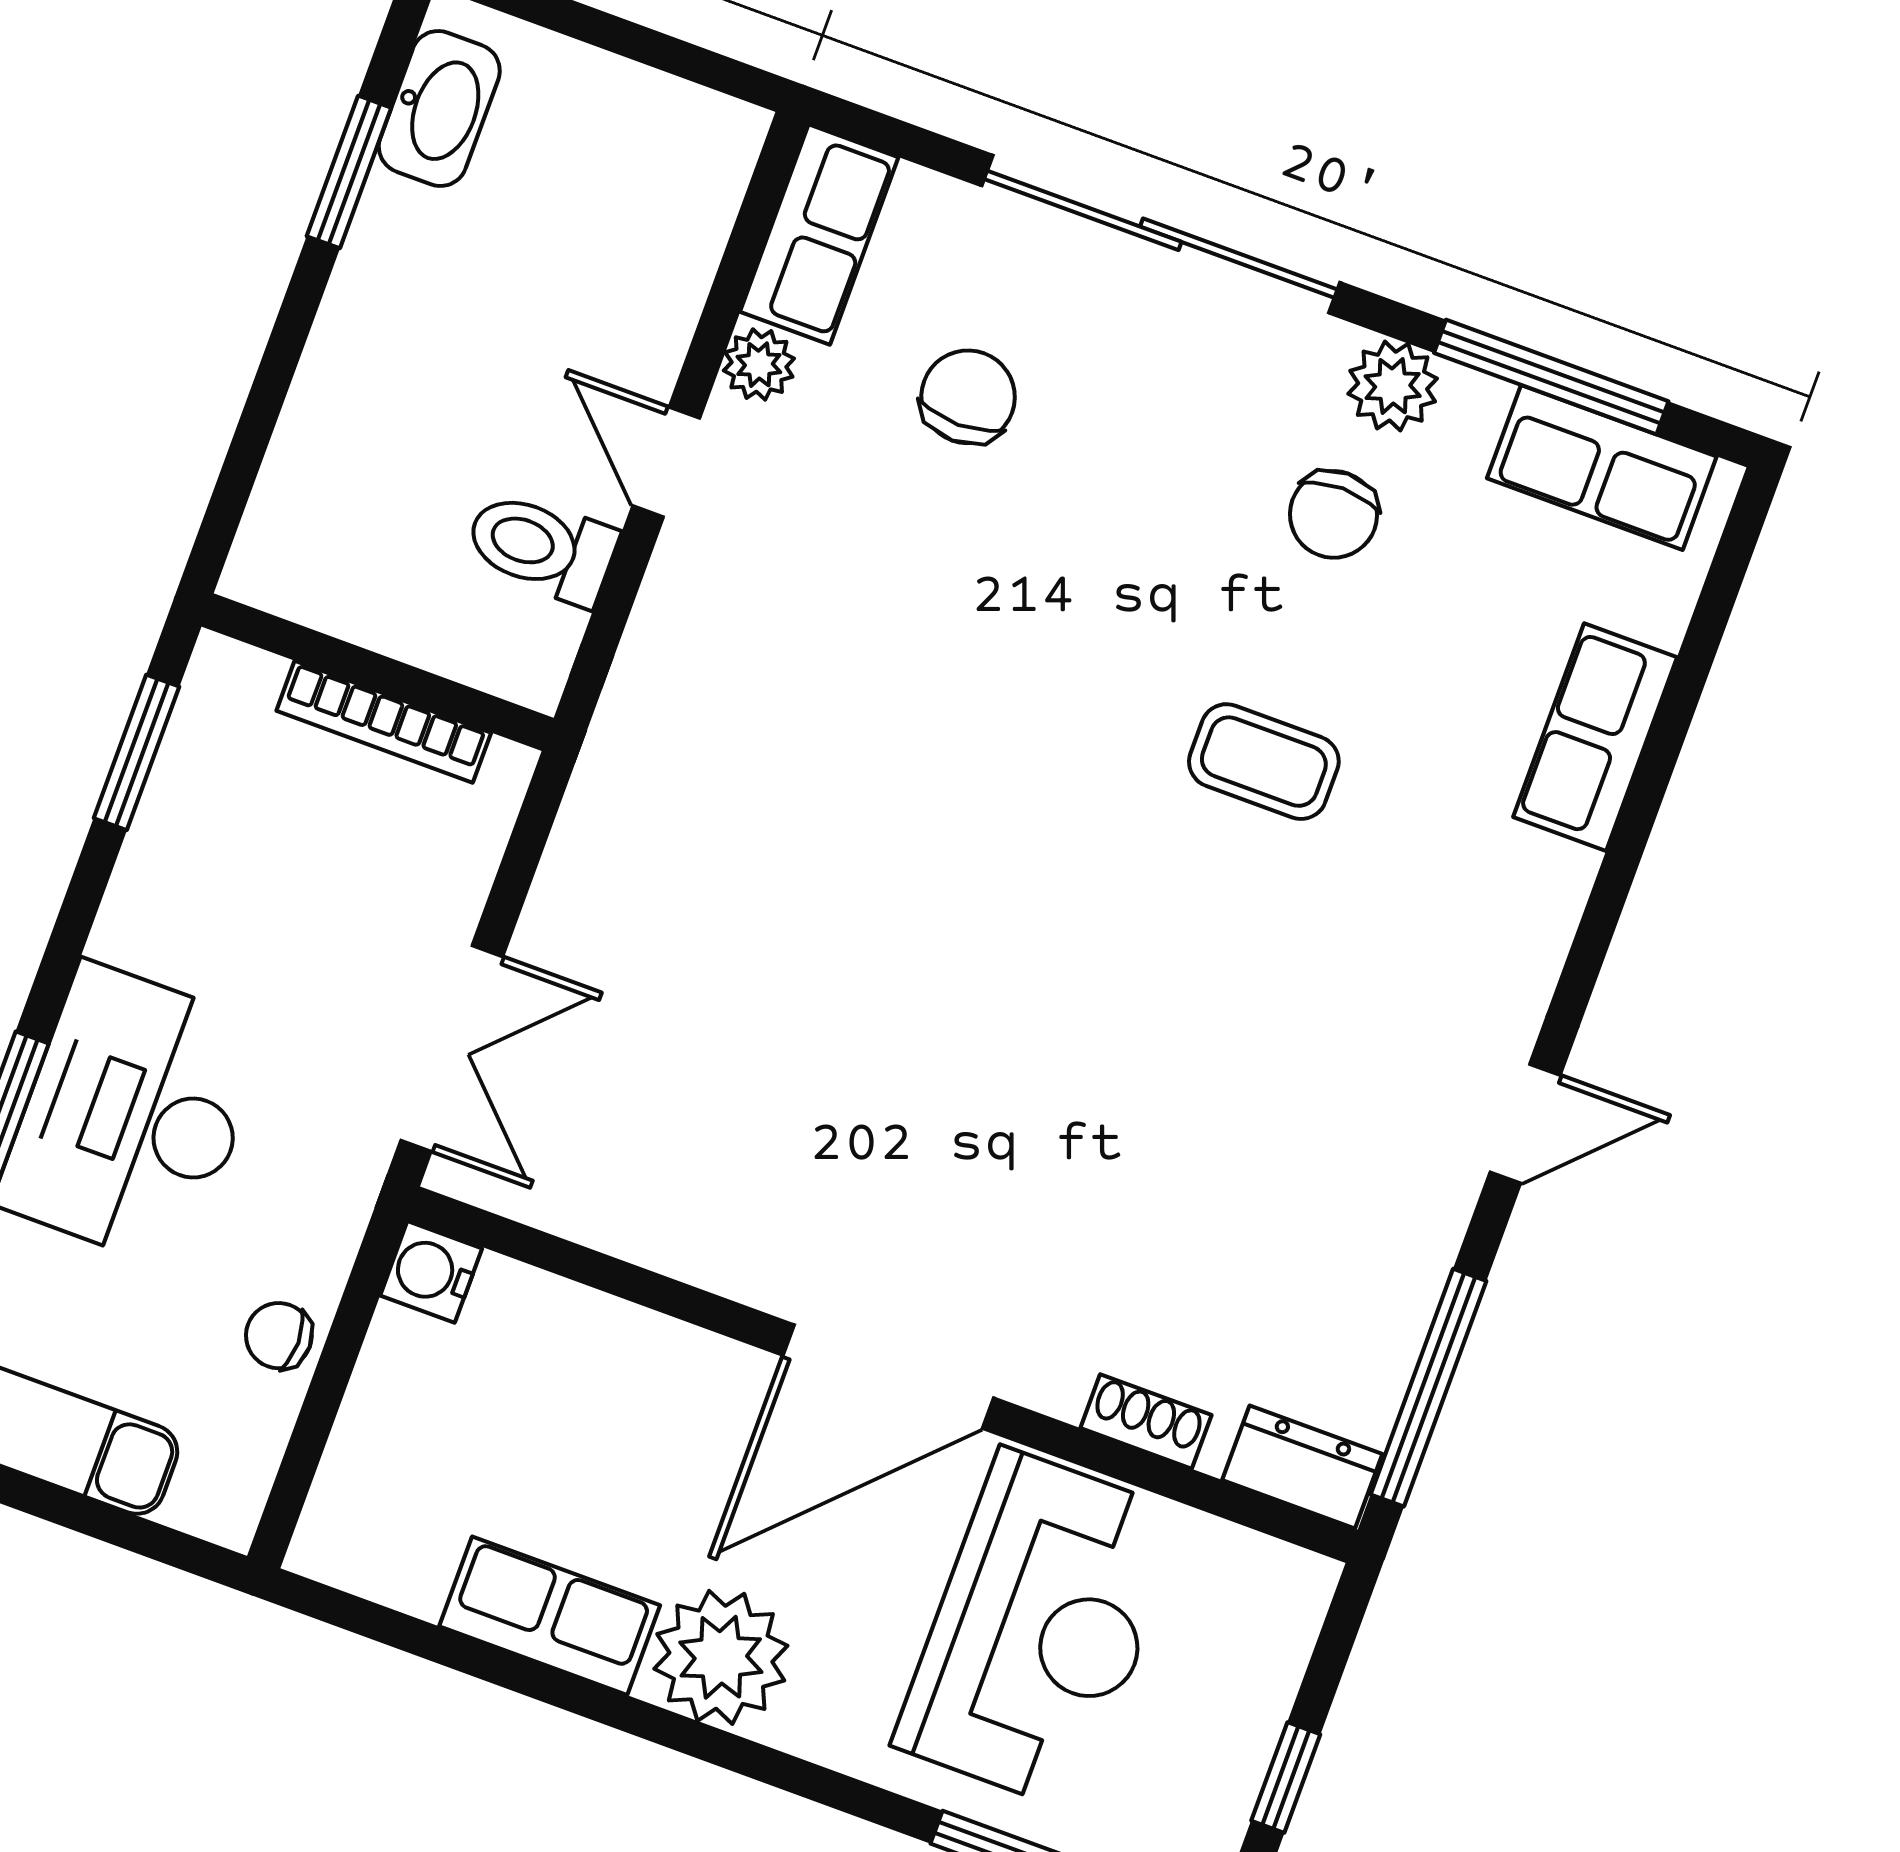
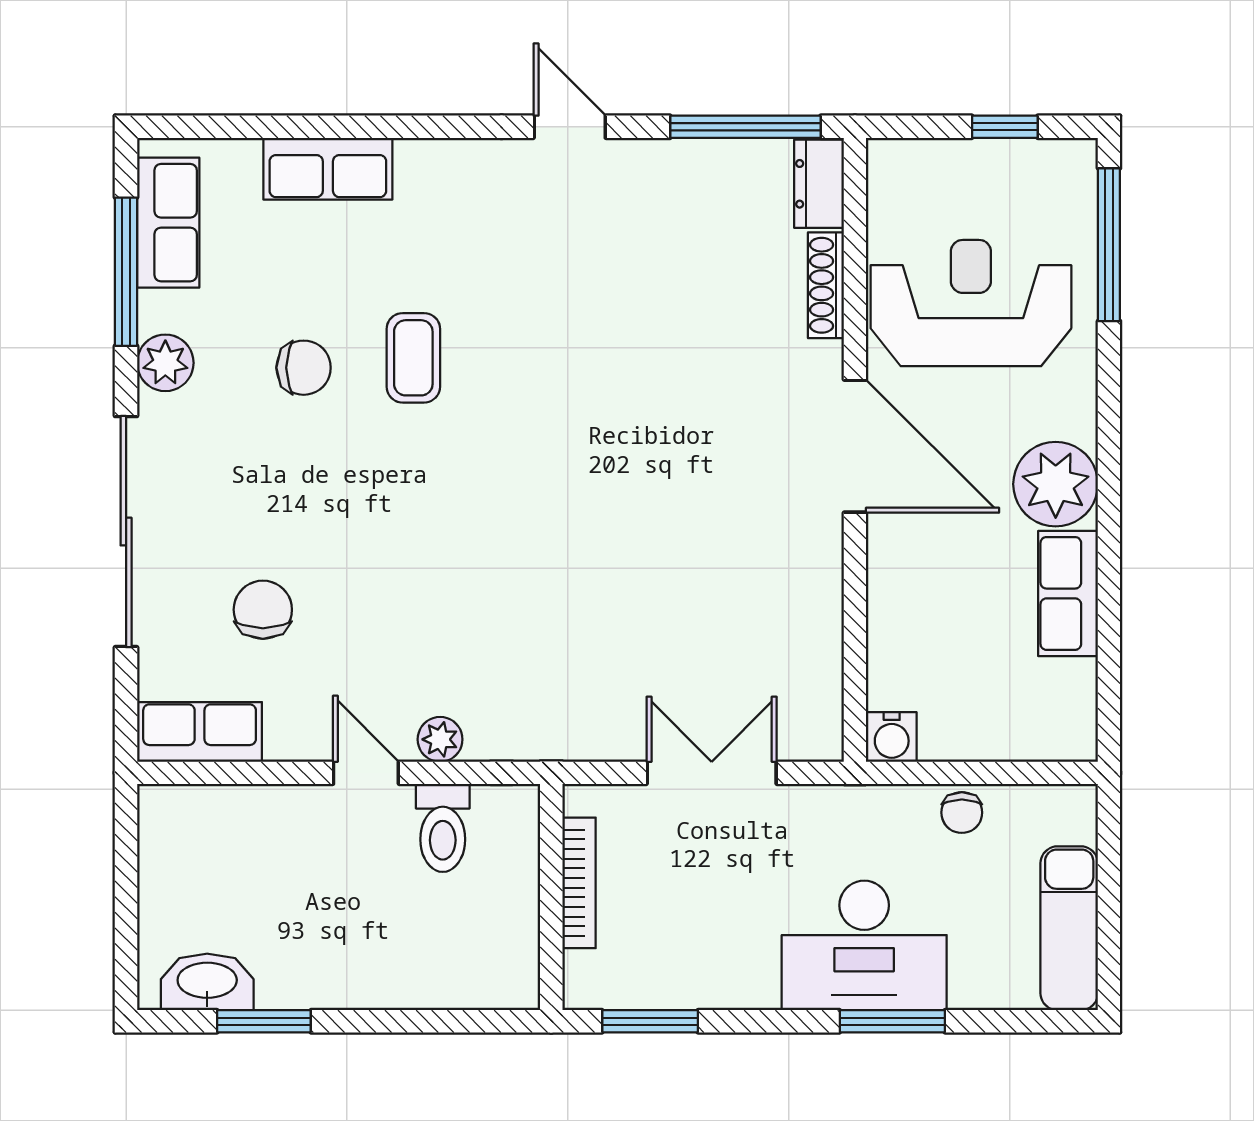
plant: (759, 365) -> (440, 739), moved
chair: (968, 397) -> (263, 610), turned 90
door: (666, 462) -> (366, 773), swing flipped
chair: (1334, 514) -> (304, 368), moved
double door: (452, 1048) -> (712, 773), moved
shoe rack: (1146, 1421) -> (826, 285), width x1.43

